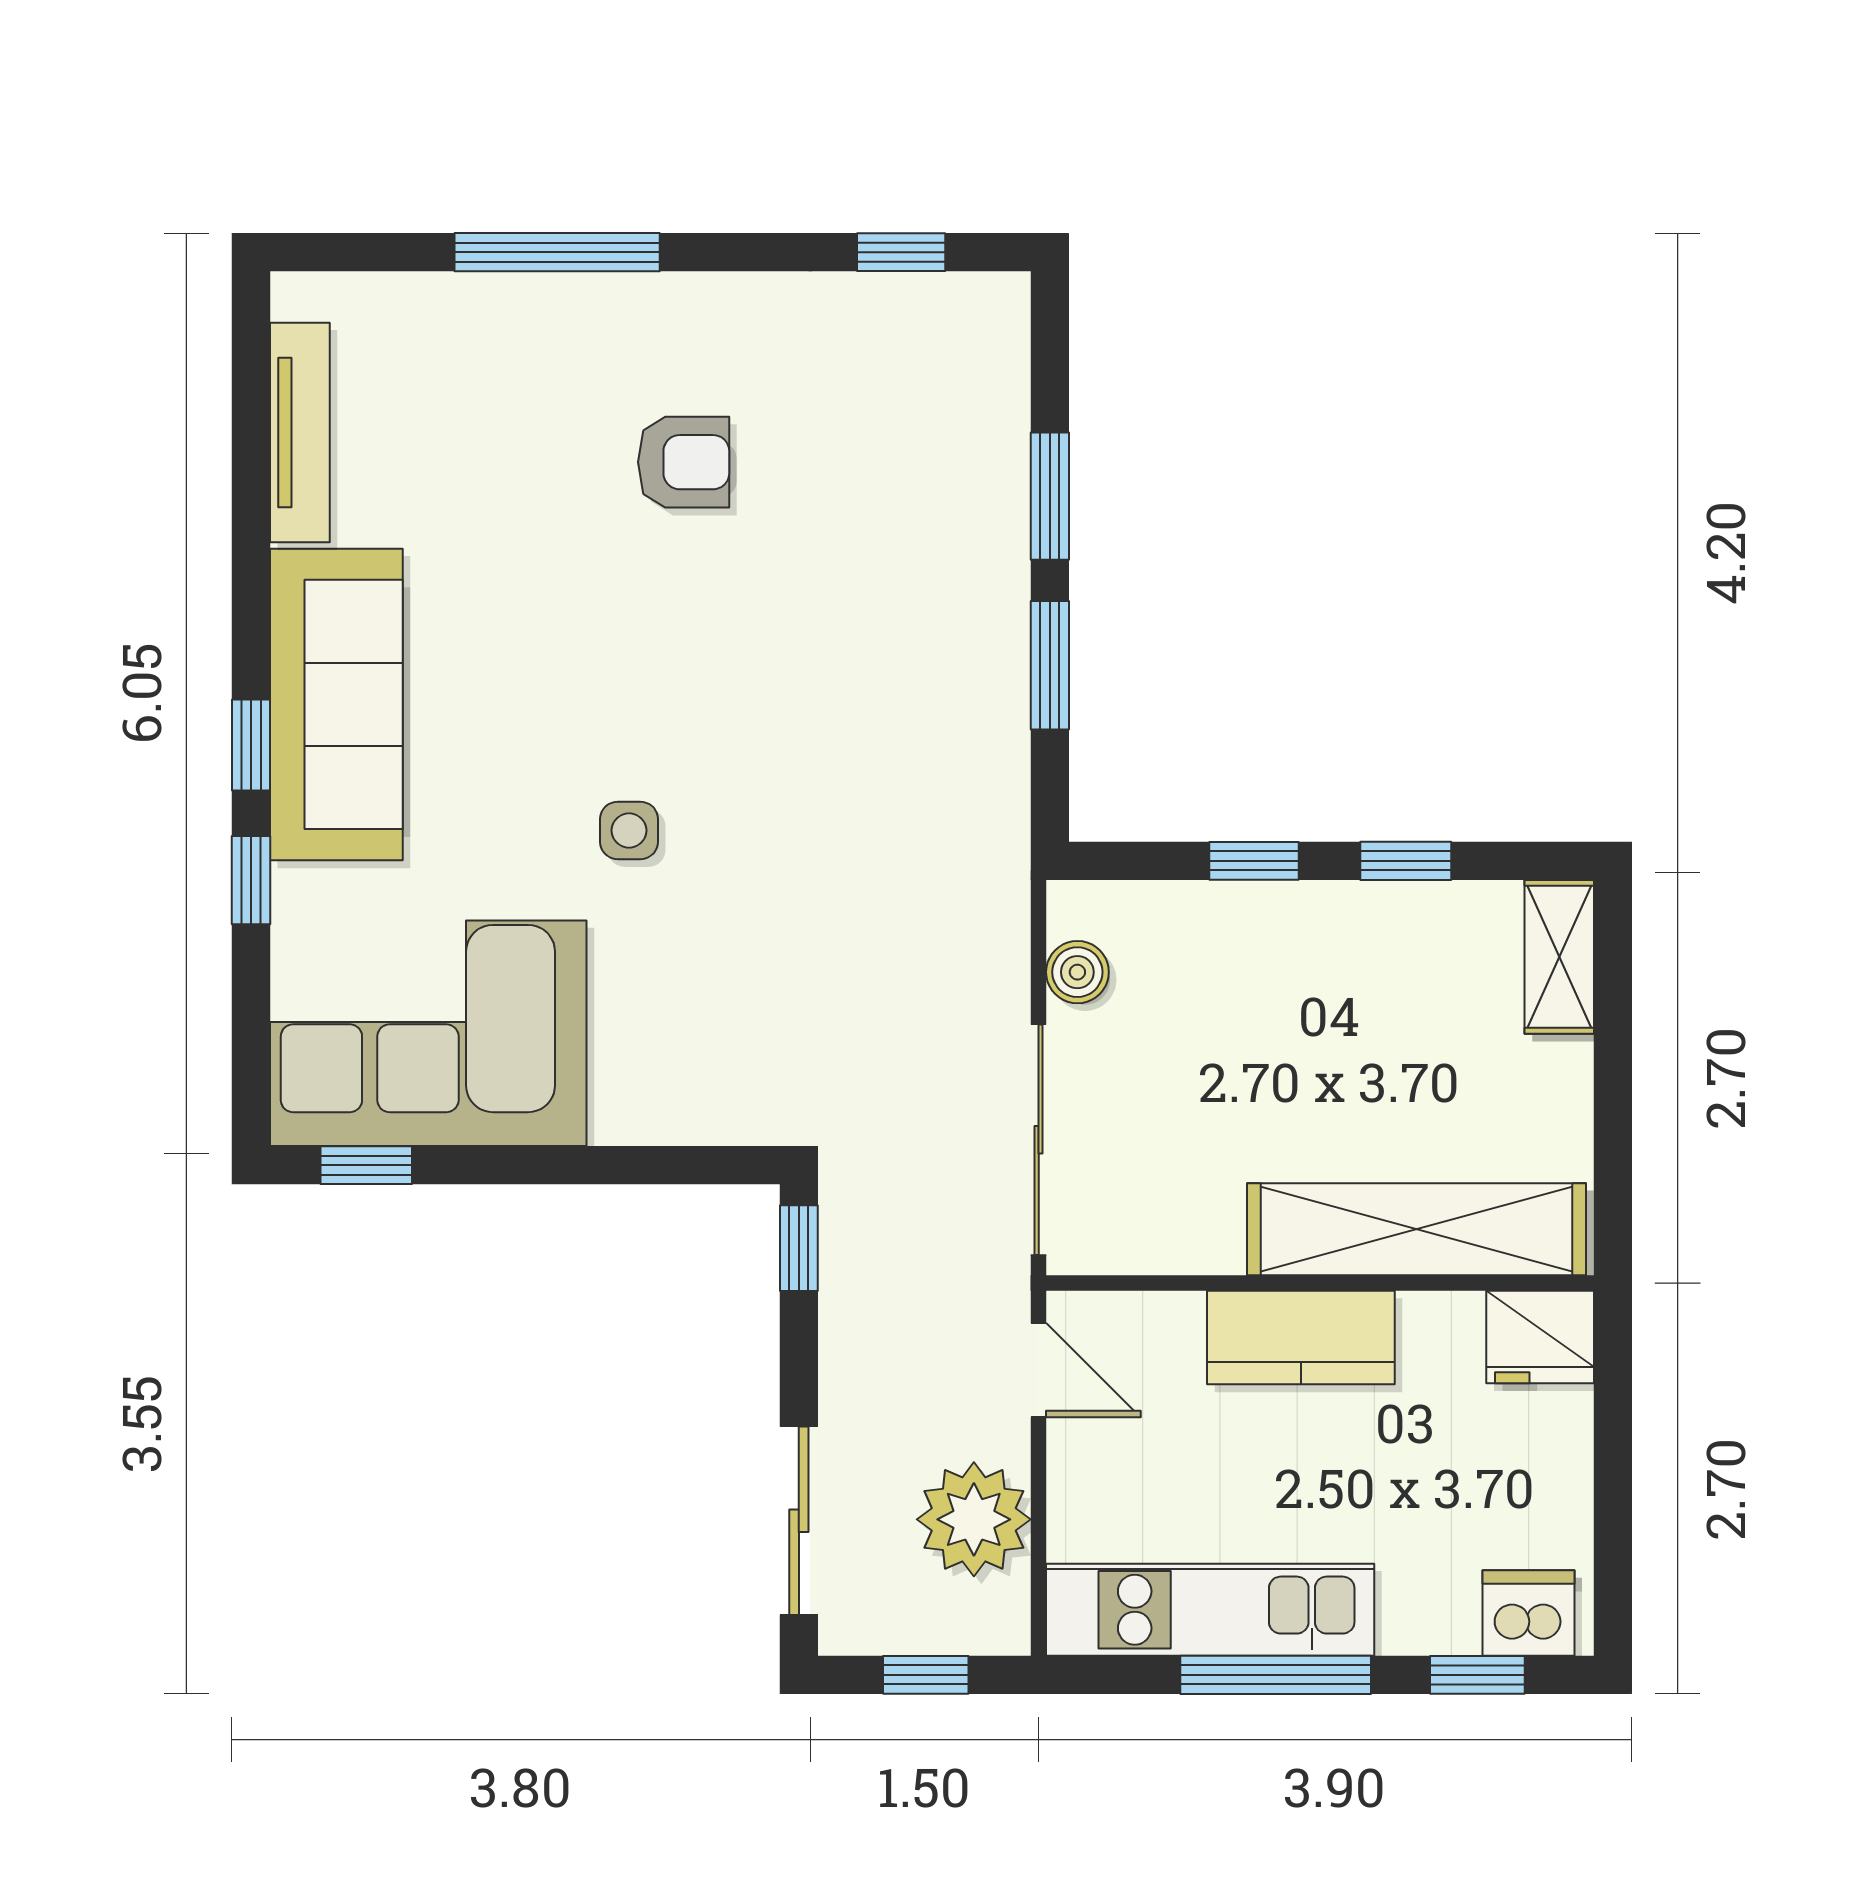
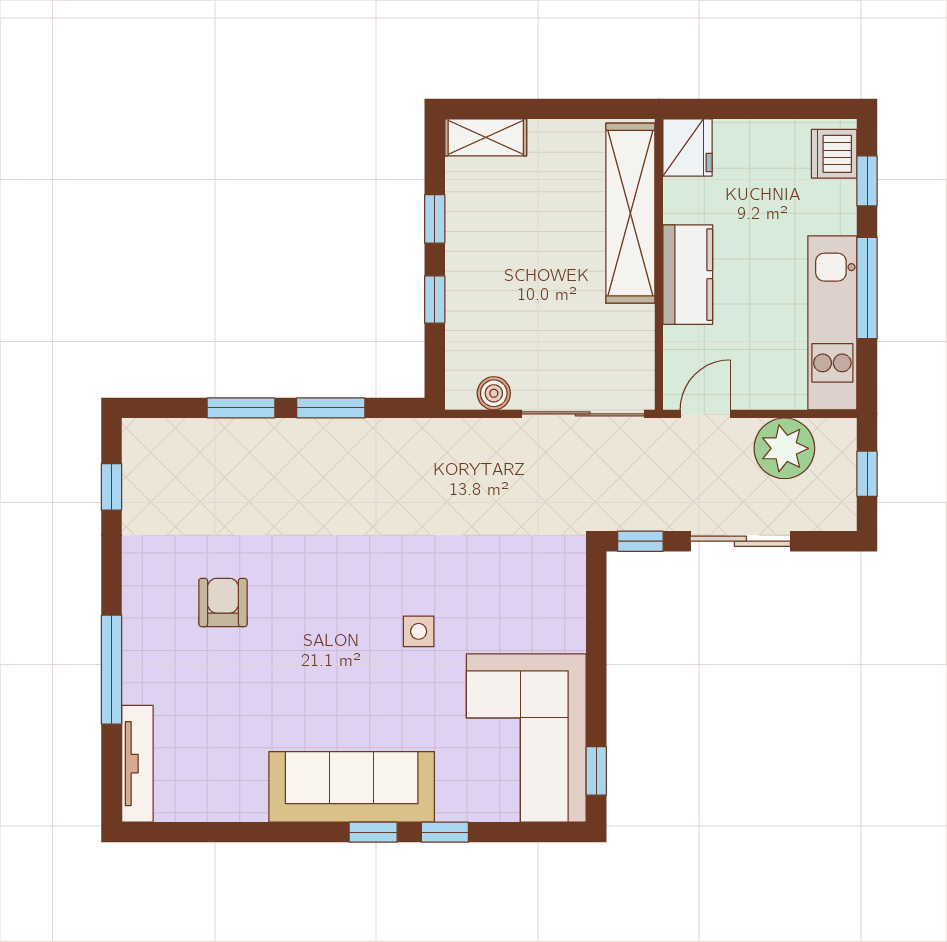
tv unit: (300, 432) -> (137, 764), moved, turned 90
sliding door: (799, 1521) -> (740, 541), moved

